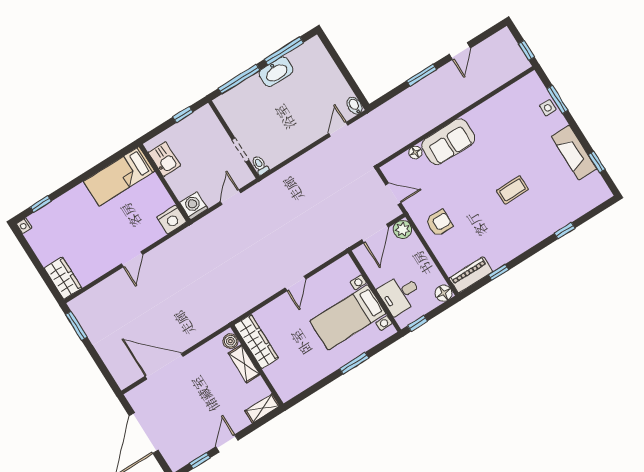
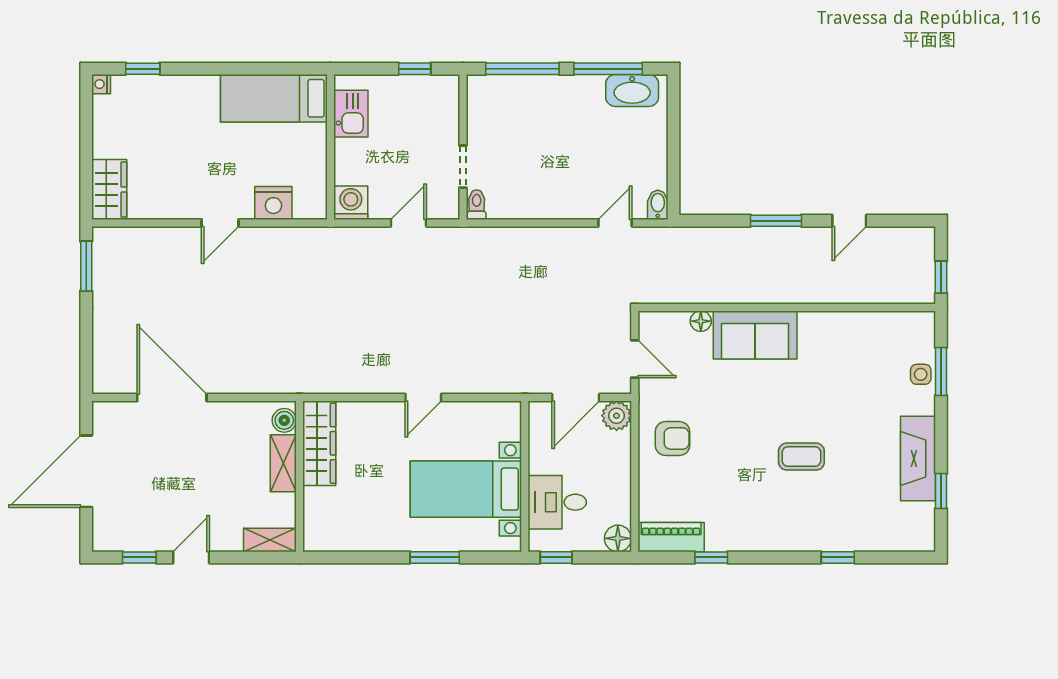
washbasin: (276, 72) -> (632, 90), moved
nightstand: (172, 220) -> (273, 203), moved

